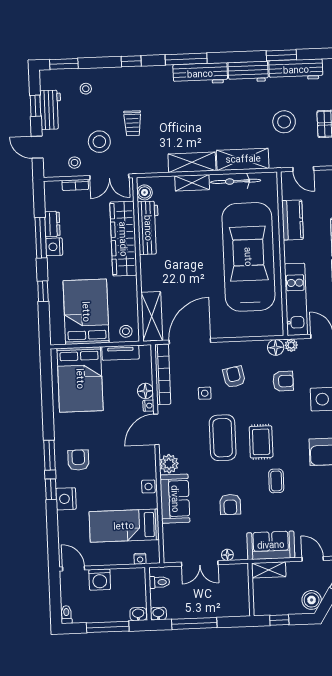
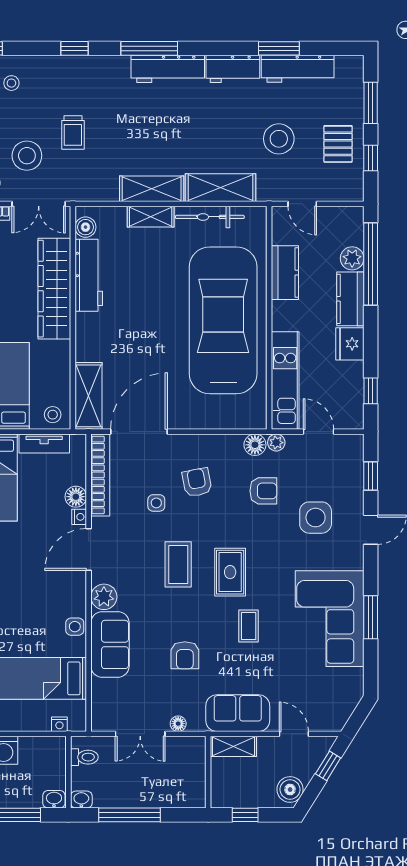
coffee table: (223, 438) -> (178, 564), width x0.73, depth x0.76

